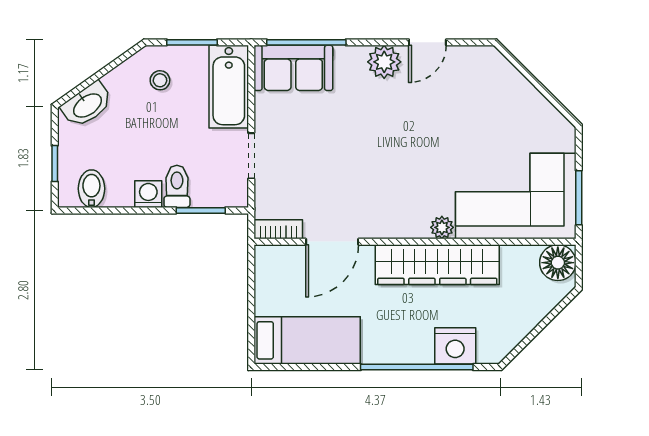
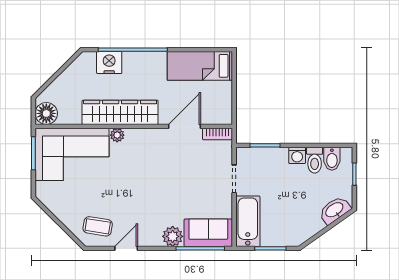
plant: (384, 62) -> (173, 236), moved
coffee table: (474, 78) -> (98, 226), added
stool: (160, 80) -> (290, 225), removed
toilet: (177, 186) -> (315, 160), moved

